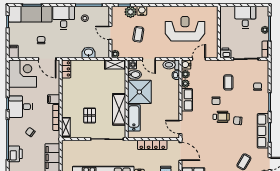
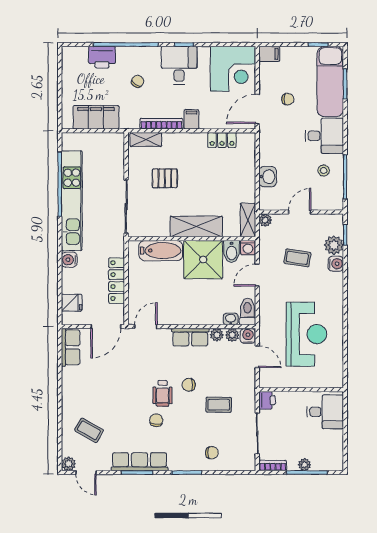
desk: (245, 17) -> (325, 412), moved
locker: (66, 69) -> (222, 140), moved
shelving: (119, 109) -> (196, 227), moved

